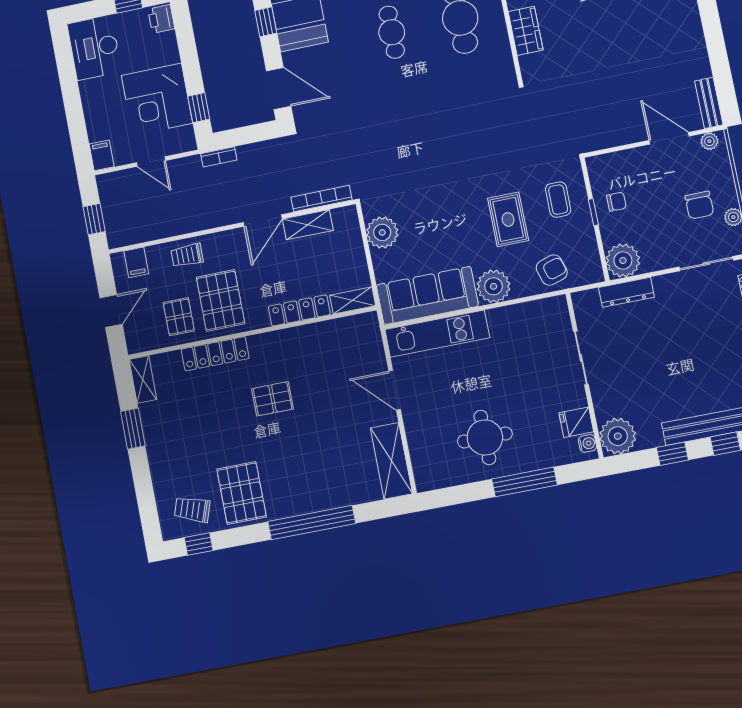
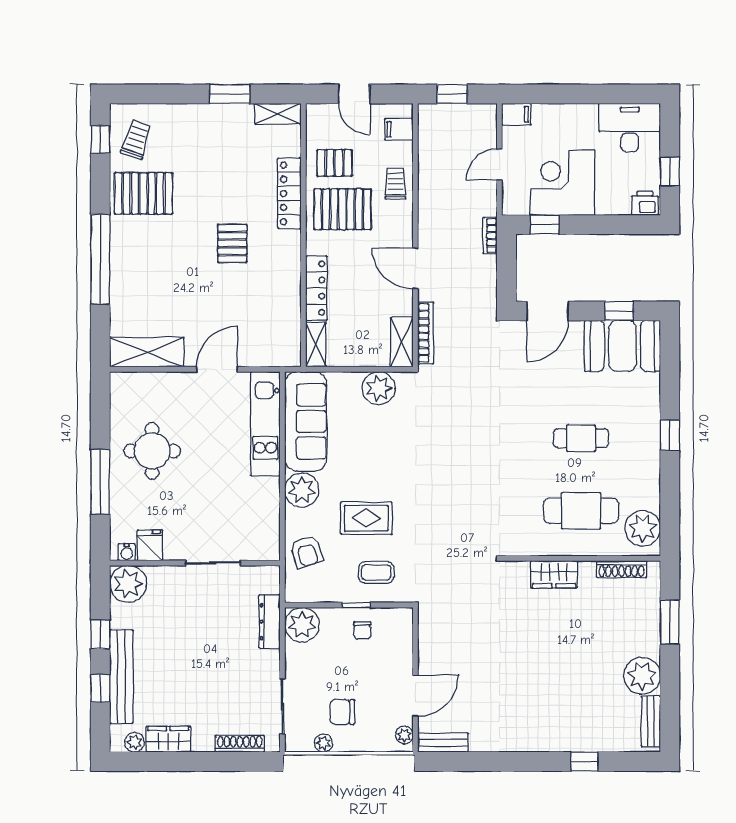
shelving: (308, 225) -> (402, 342), moved

